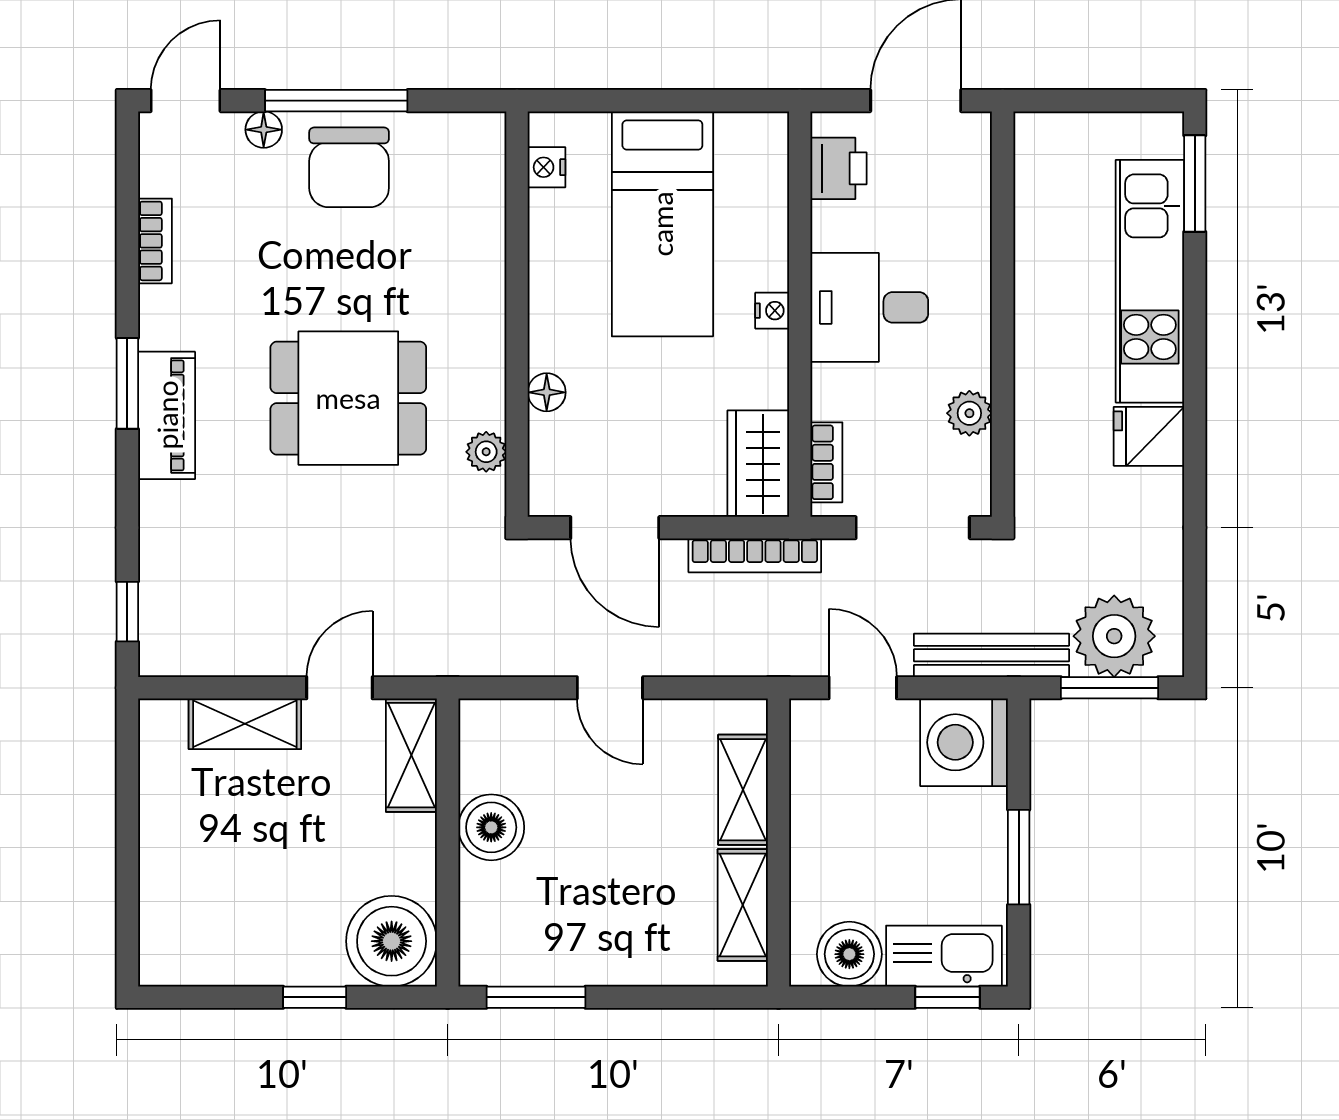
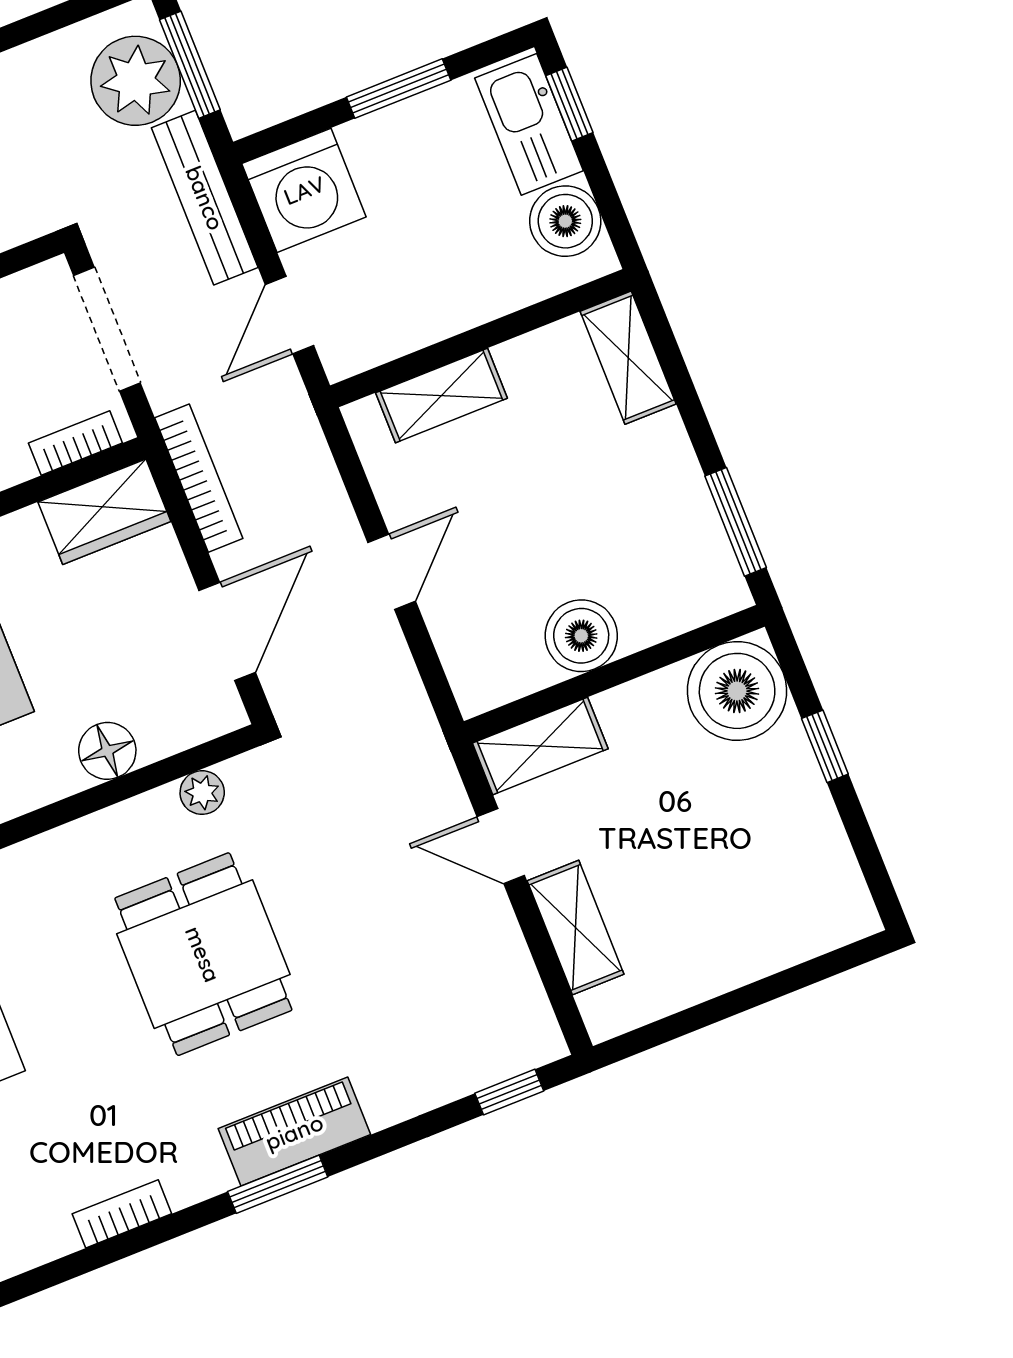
floor lamp: (547, 392) -> (107, 751), width x1.37, depth x1.37
shelving: (743, 905) -> (628, 358), moved, turned 90

